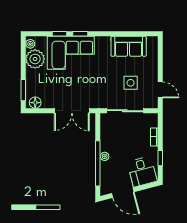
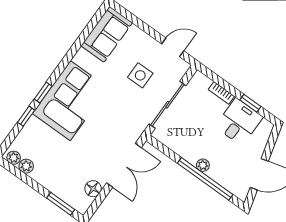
sofa: (129, 46) -> (107, 34), moved
corner sofa: (71, 53) -> (70, 101), moved
plant: (35, 59) -> (26, 166), width x0.53, depth x0.53
floor lamp: (35, 103) -> (93, 189), moved
desk: (142, 172) -> (239, 122), moved, turned -75

